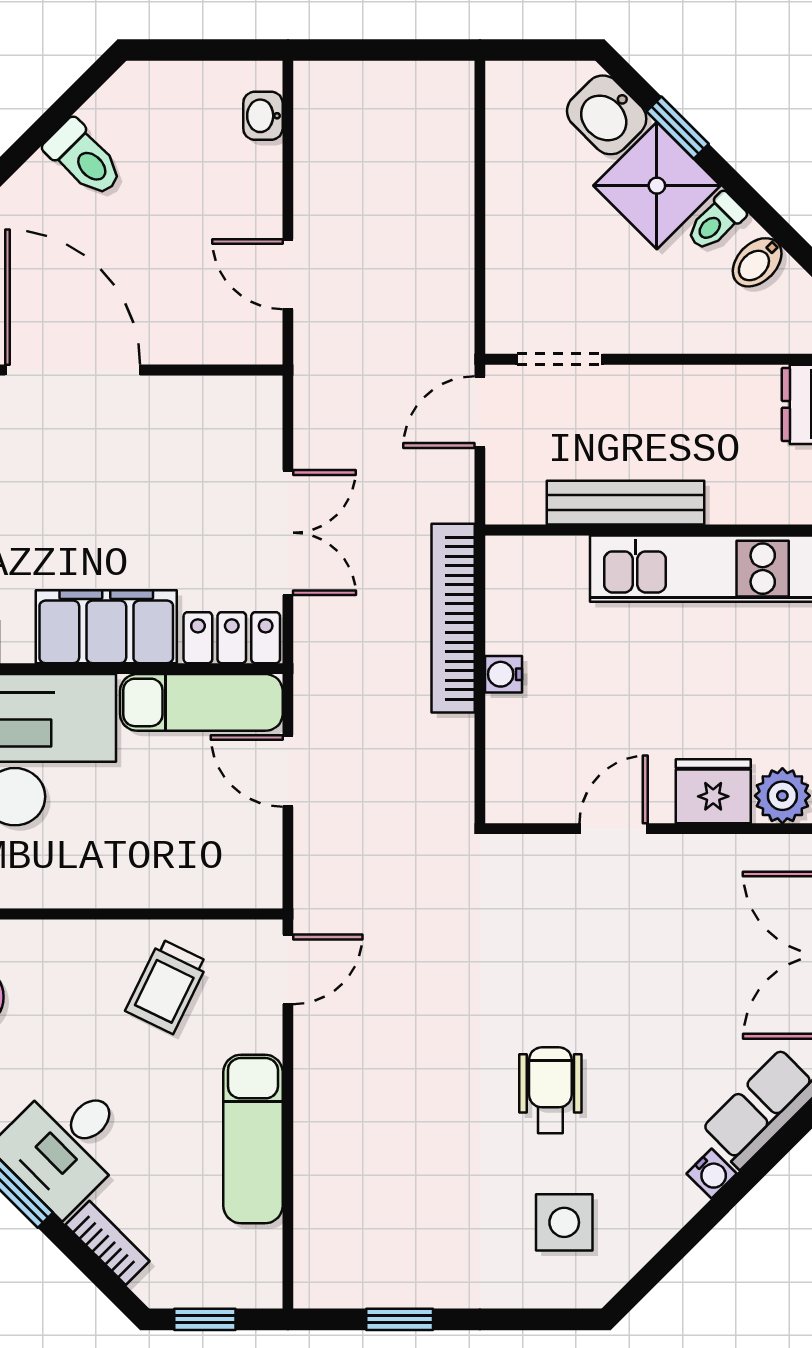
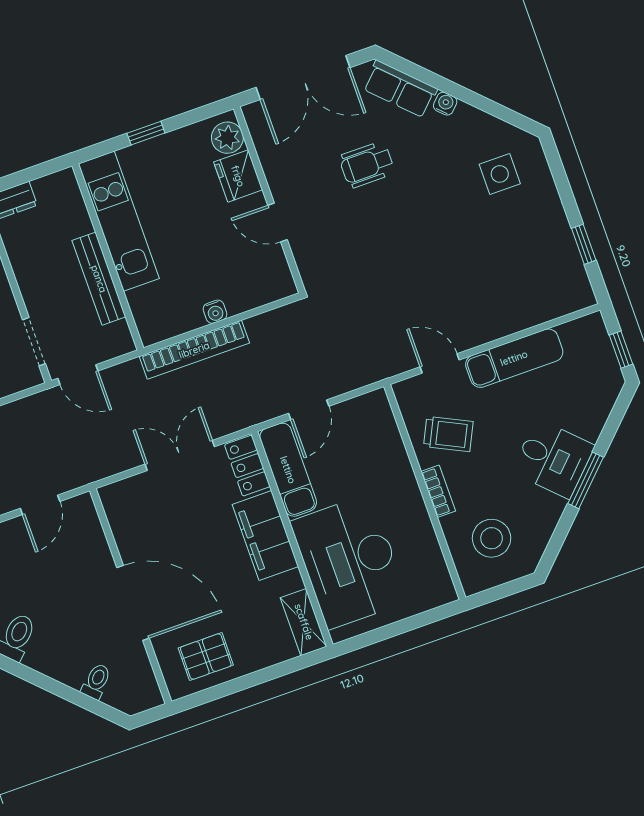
door: (73, 370) -> (133, 603), swing flipped
door: (288, 969) -> (440, 363), moved
wheelchair: (550, 1090) -> (367, 165), moved
bookcase: (107, 1243) -> (438, 491), moved, turned 135

